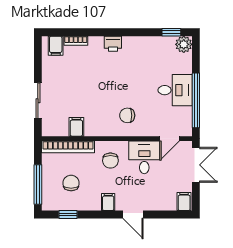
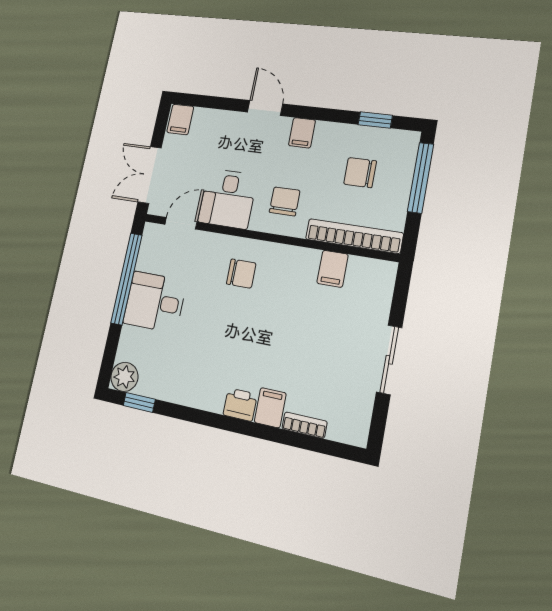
filing cabinet: (56, 46) -> (270, 408), moved
sliding door: (38, 101) -> (389, 360), moved
chair: (71, 183) -> (360, 173), turned 90

